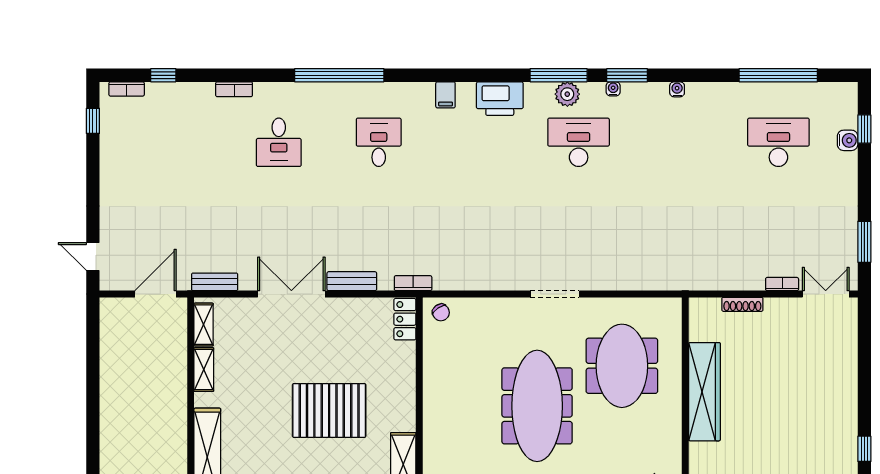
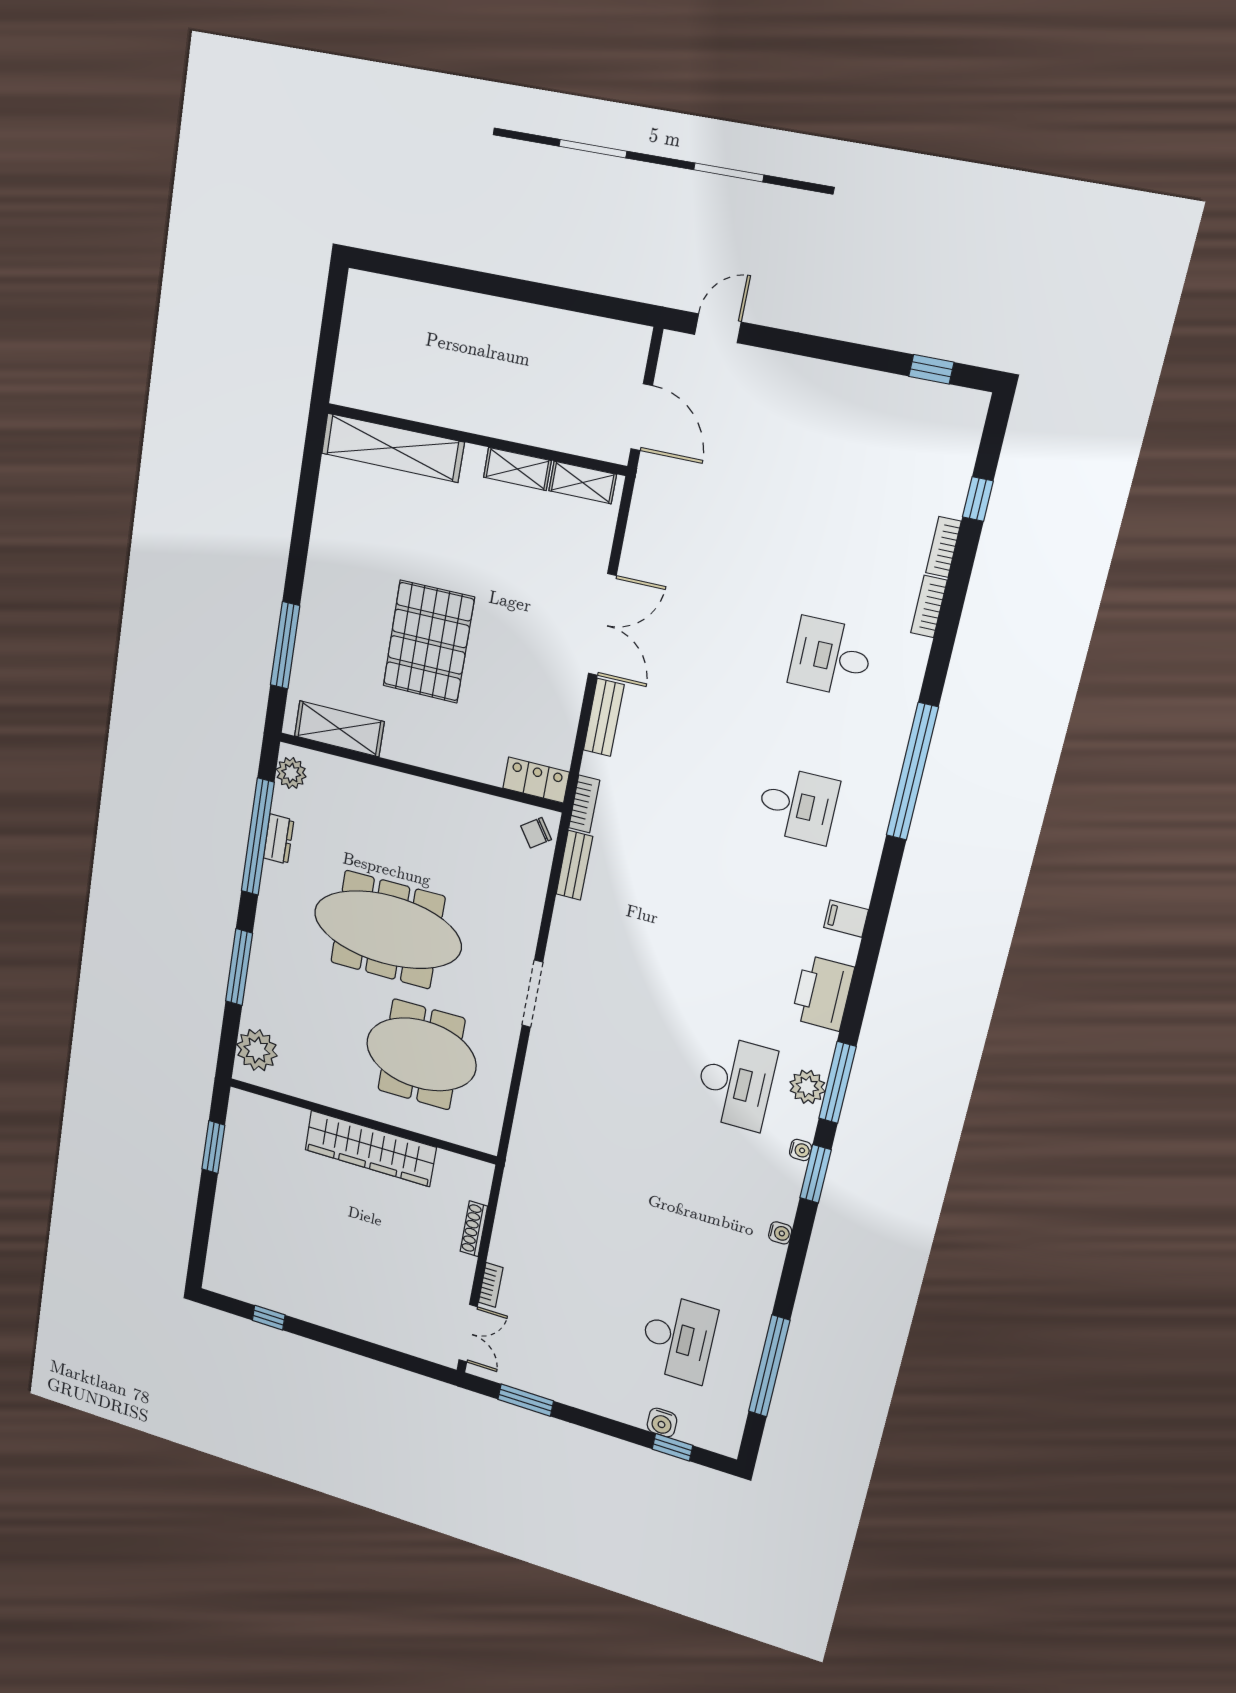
bookcase: (127, 89) -> (943, 547), moved
bench: (215, 282) -> (574, 865), moved

